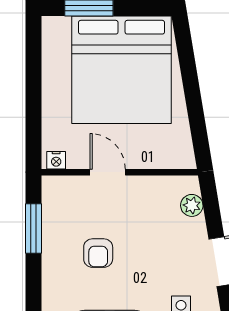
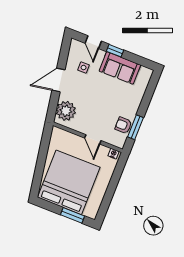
plant: (192, 205) -> (66, 111), width x1.88, depth x1.88
armchair: (98, 253) -> (123, 125), moved, turned -90

